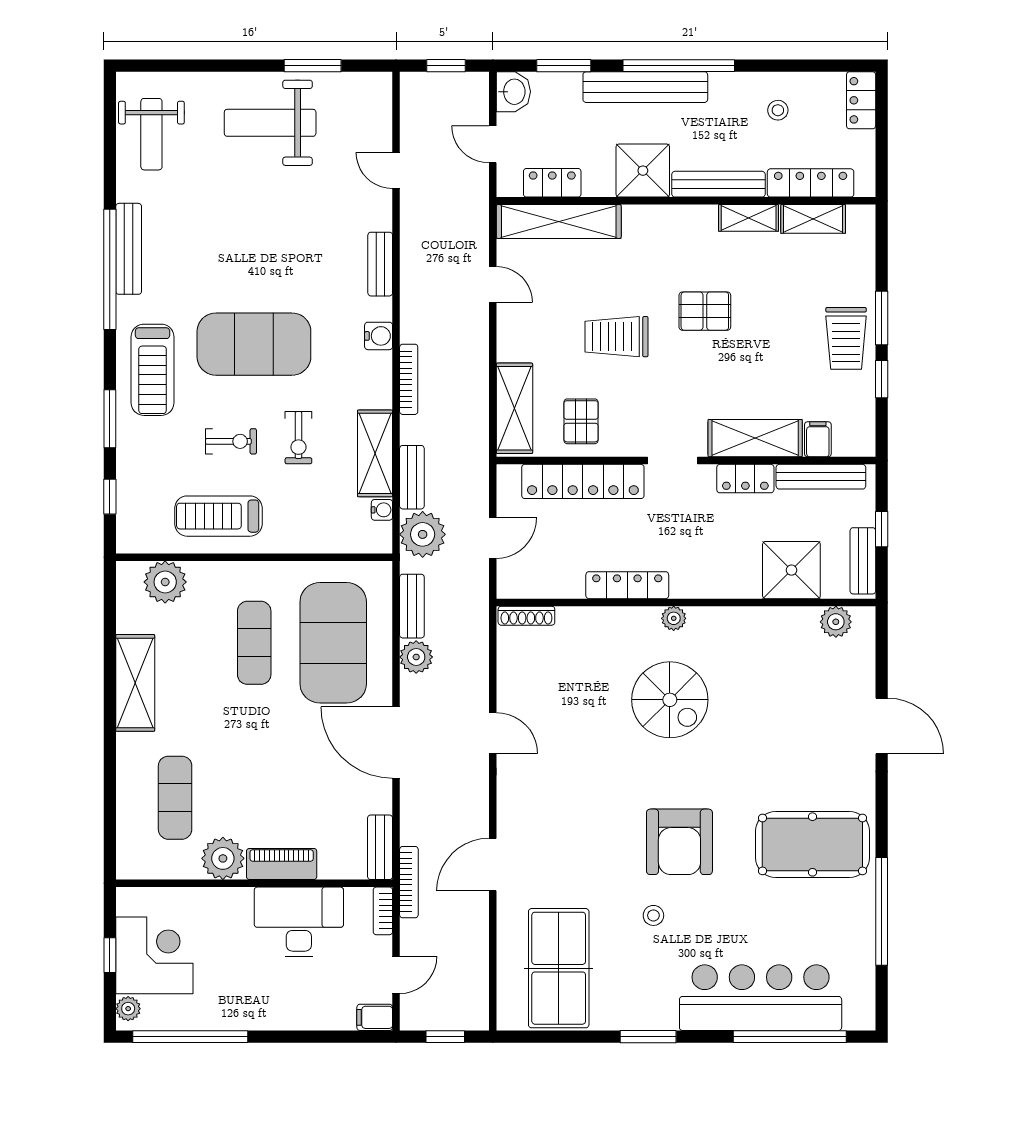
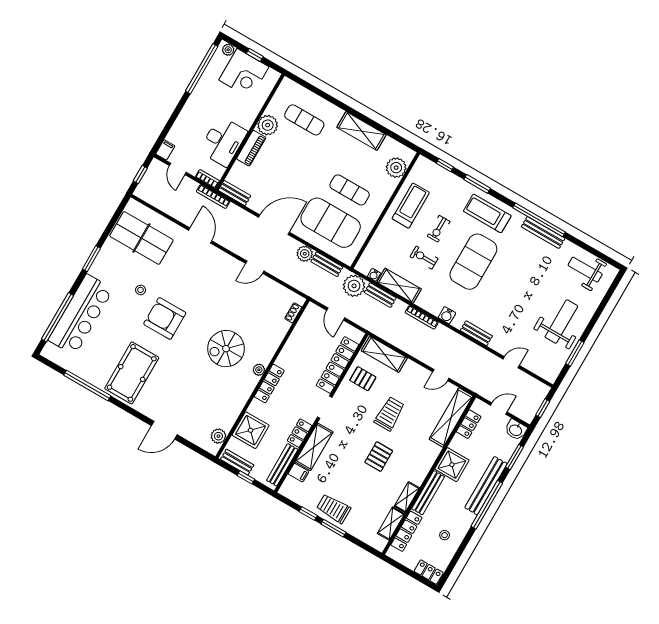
locker: (627, 585) -> (269, 384), moved
shoe rack: (526, 616) -> (293, 313), width x0.70

